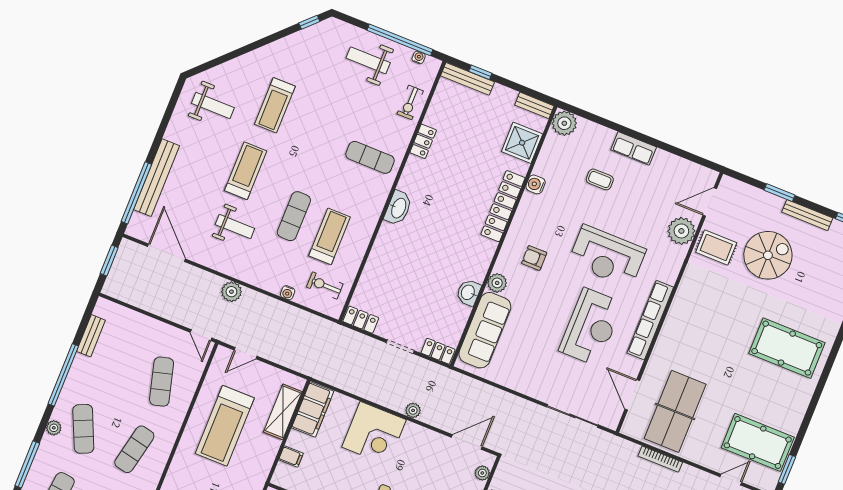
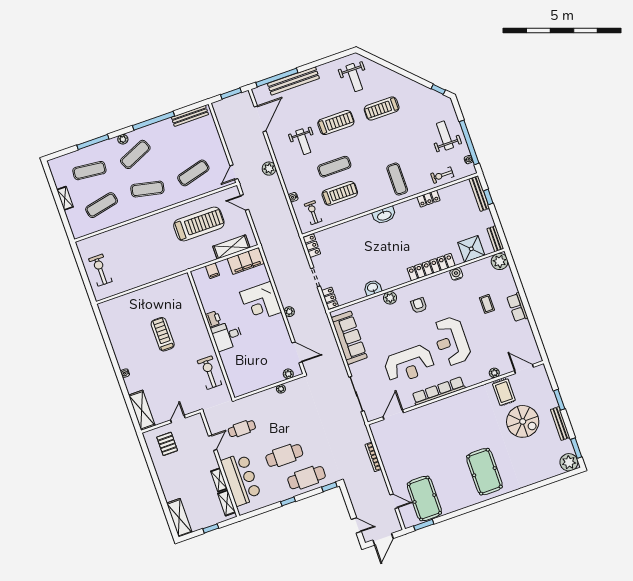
plant: (681, 231) -> (494, 373), width x0.53, depth x0.53
sofa: (485, 330) -> (349, 338), moved, turned -90
bench: (91, 336) -> (190, 116), width x1.36
table tennis table: (675, 411) -> (404, 443), removed
treadmill: (225, 426) -> (199, 224), turned 180

